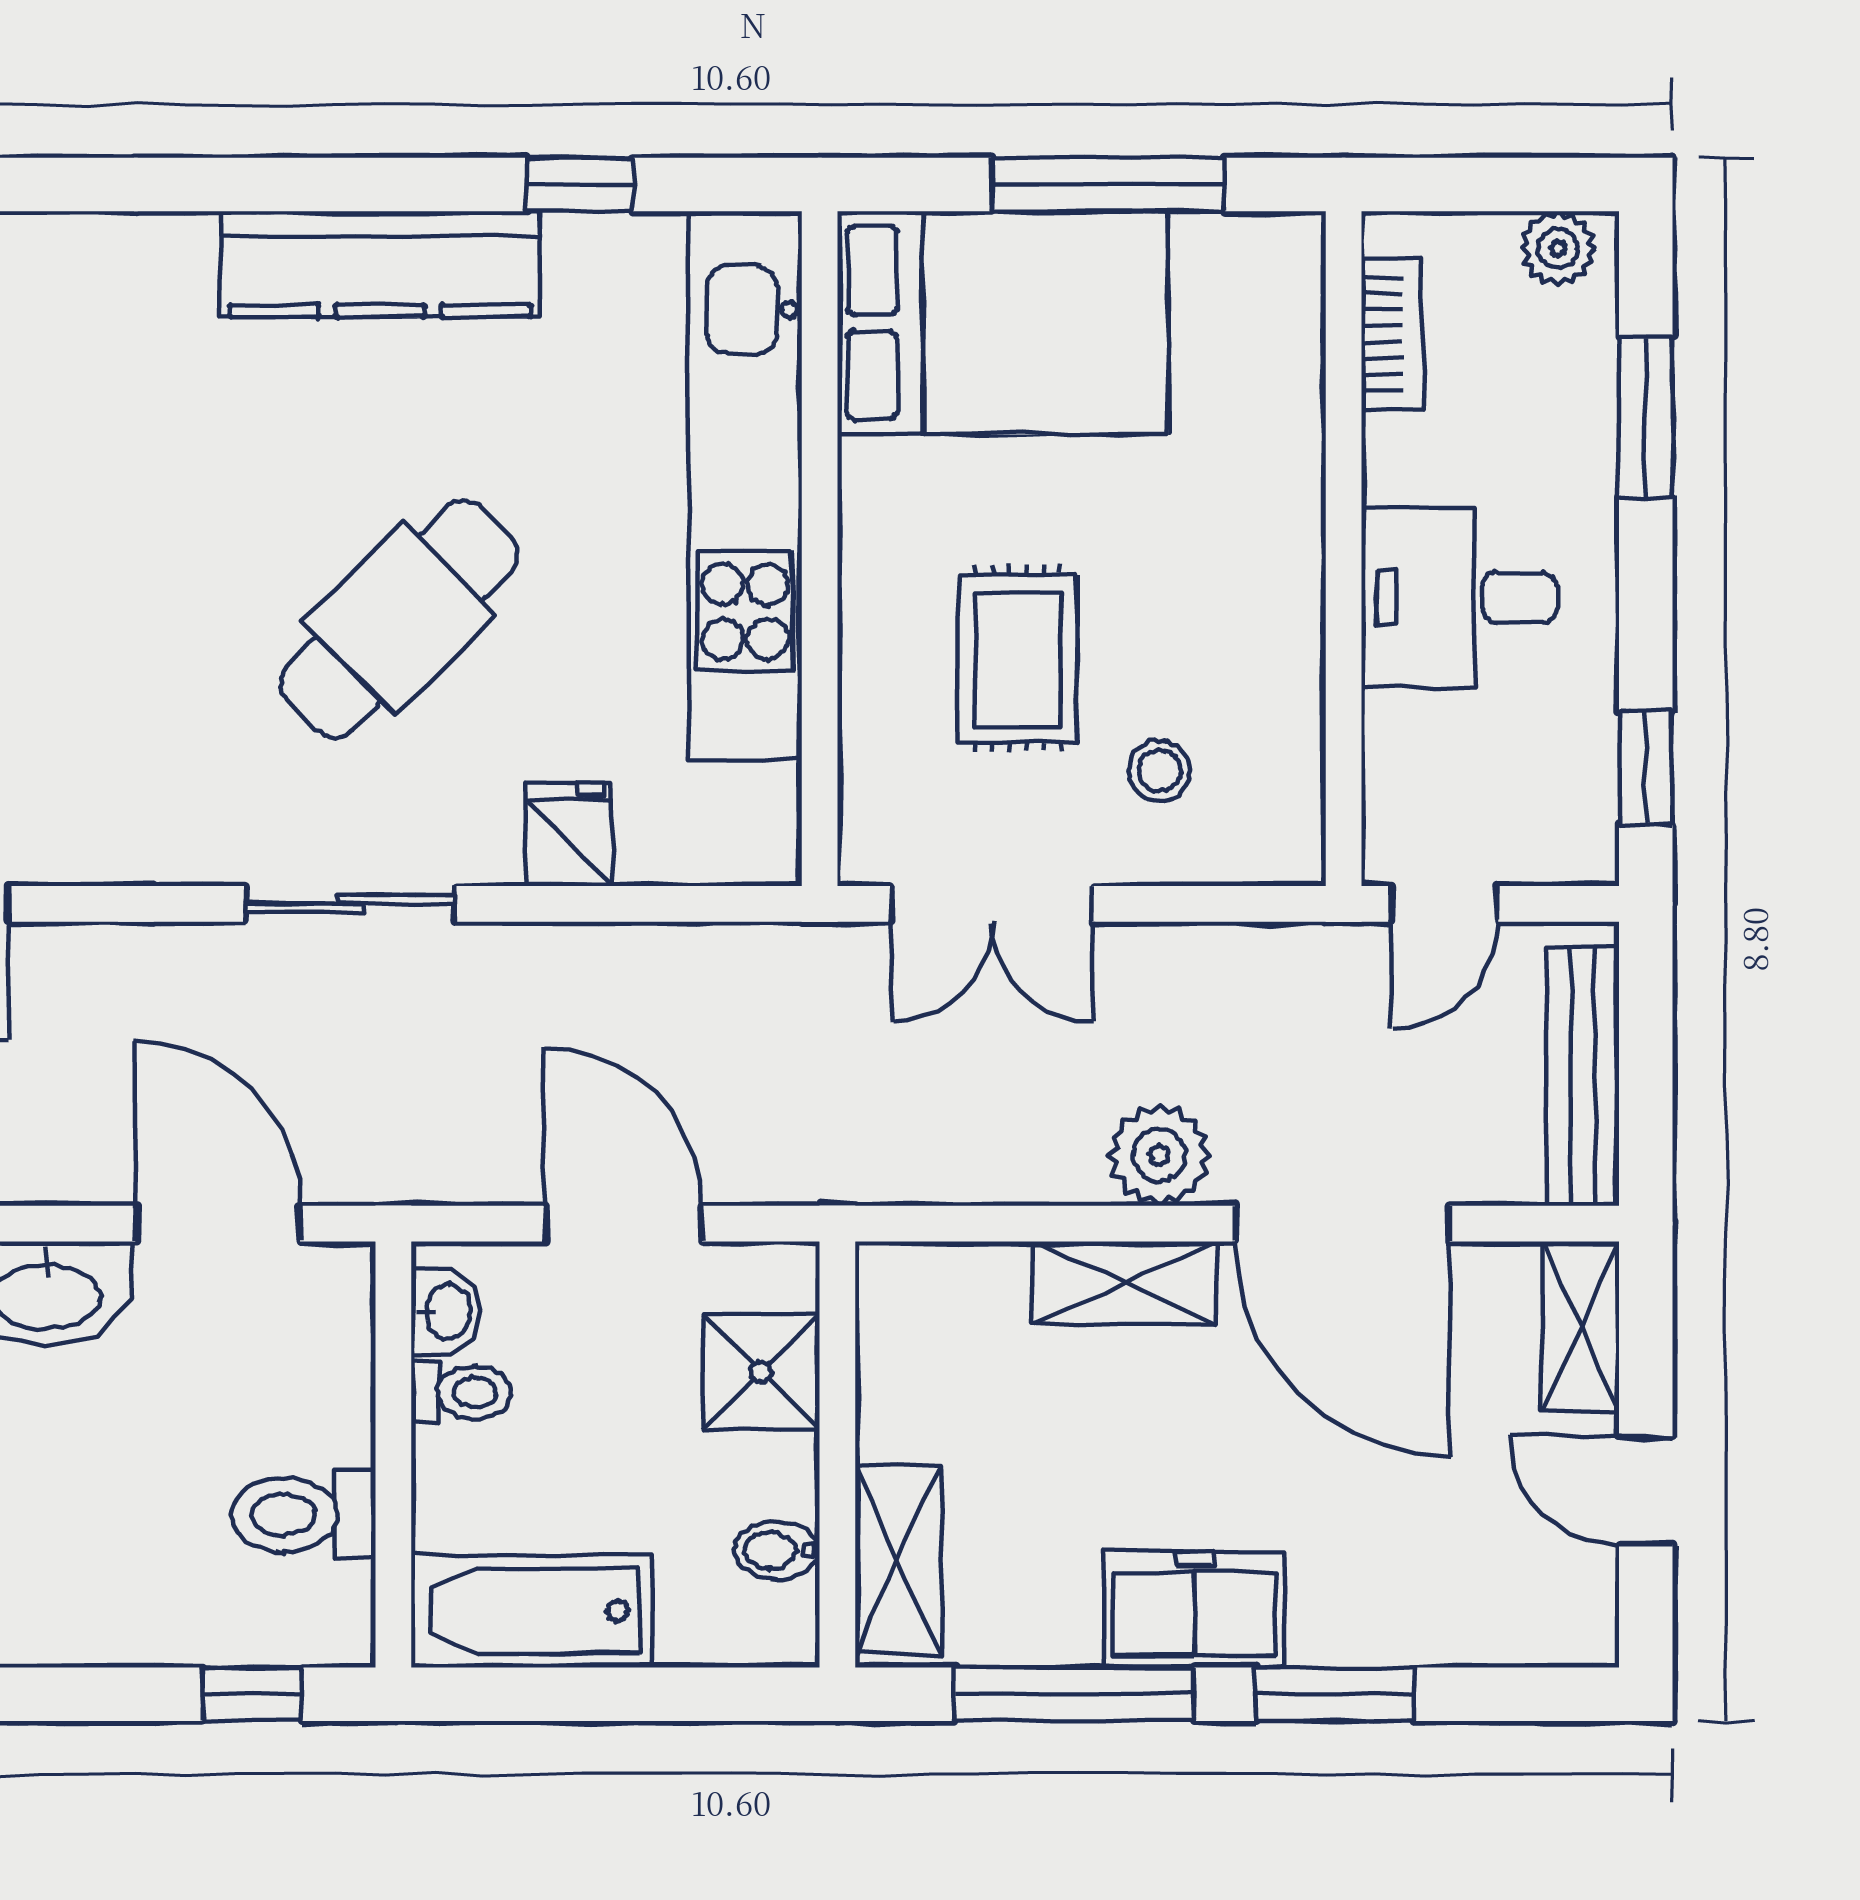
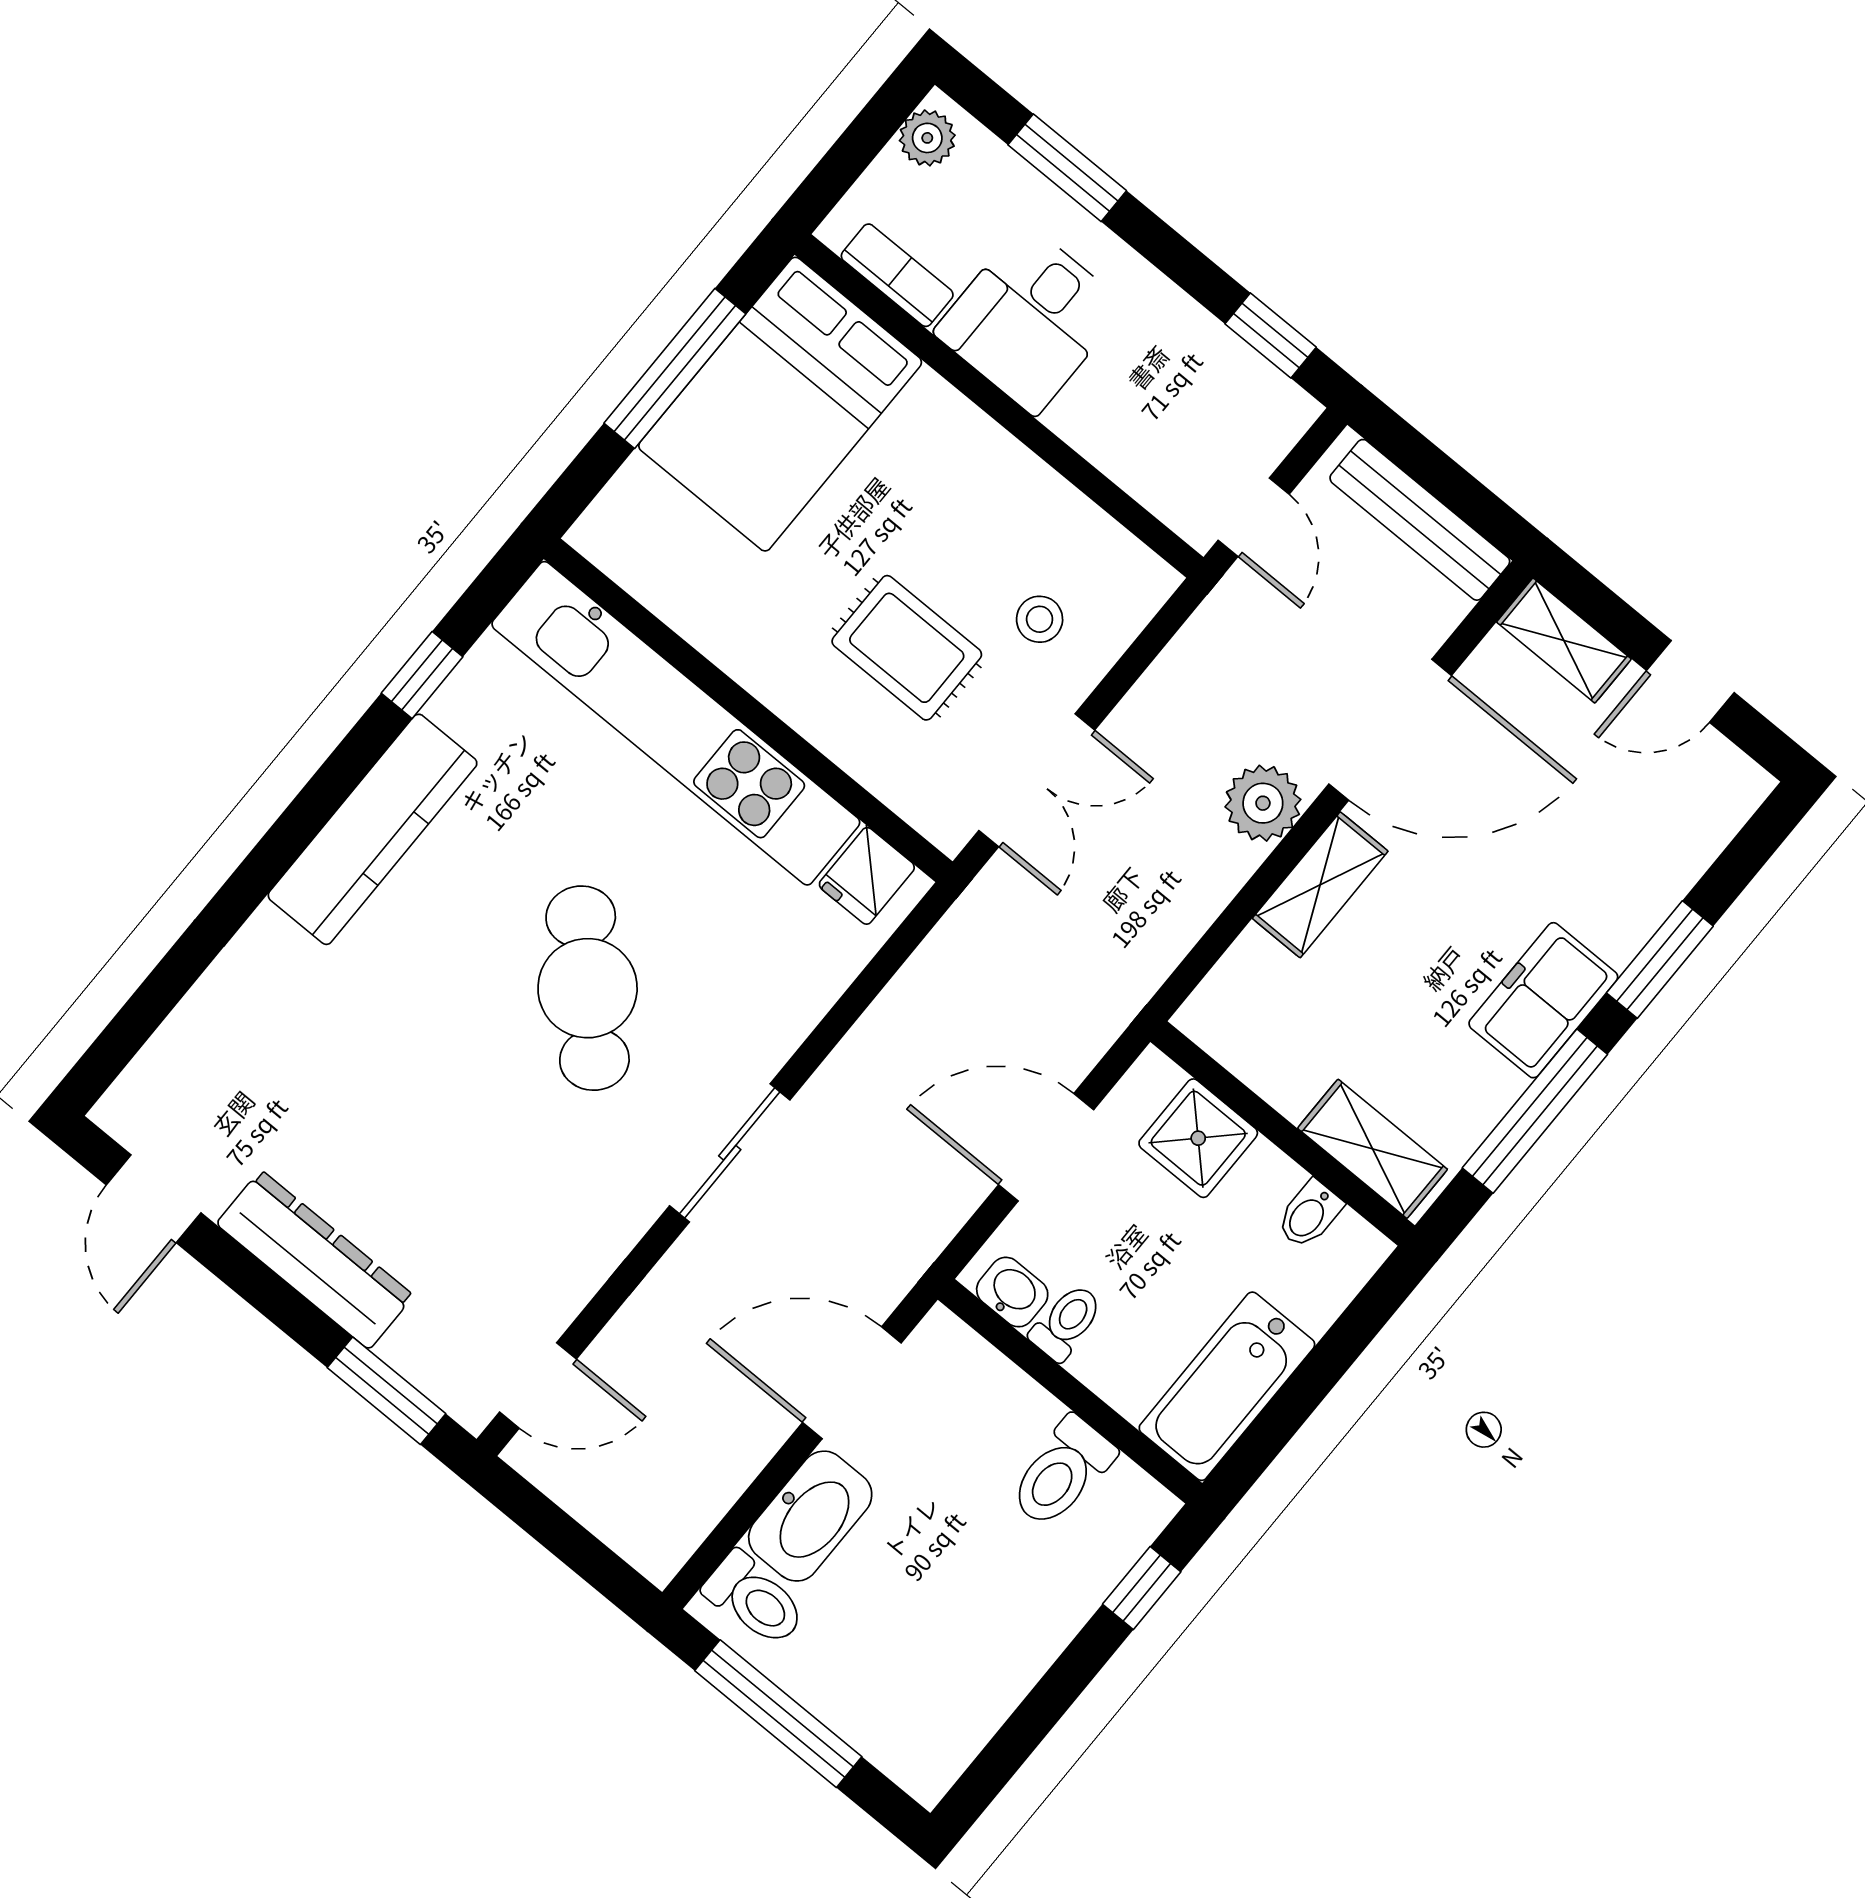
bed: (1003, 323) -> (780, 404), moved, turned 180
desk: (1459, 597) -> (1030, 319), moved
fridge: (569, 834) -> (867, 876), moved, turned -90

